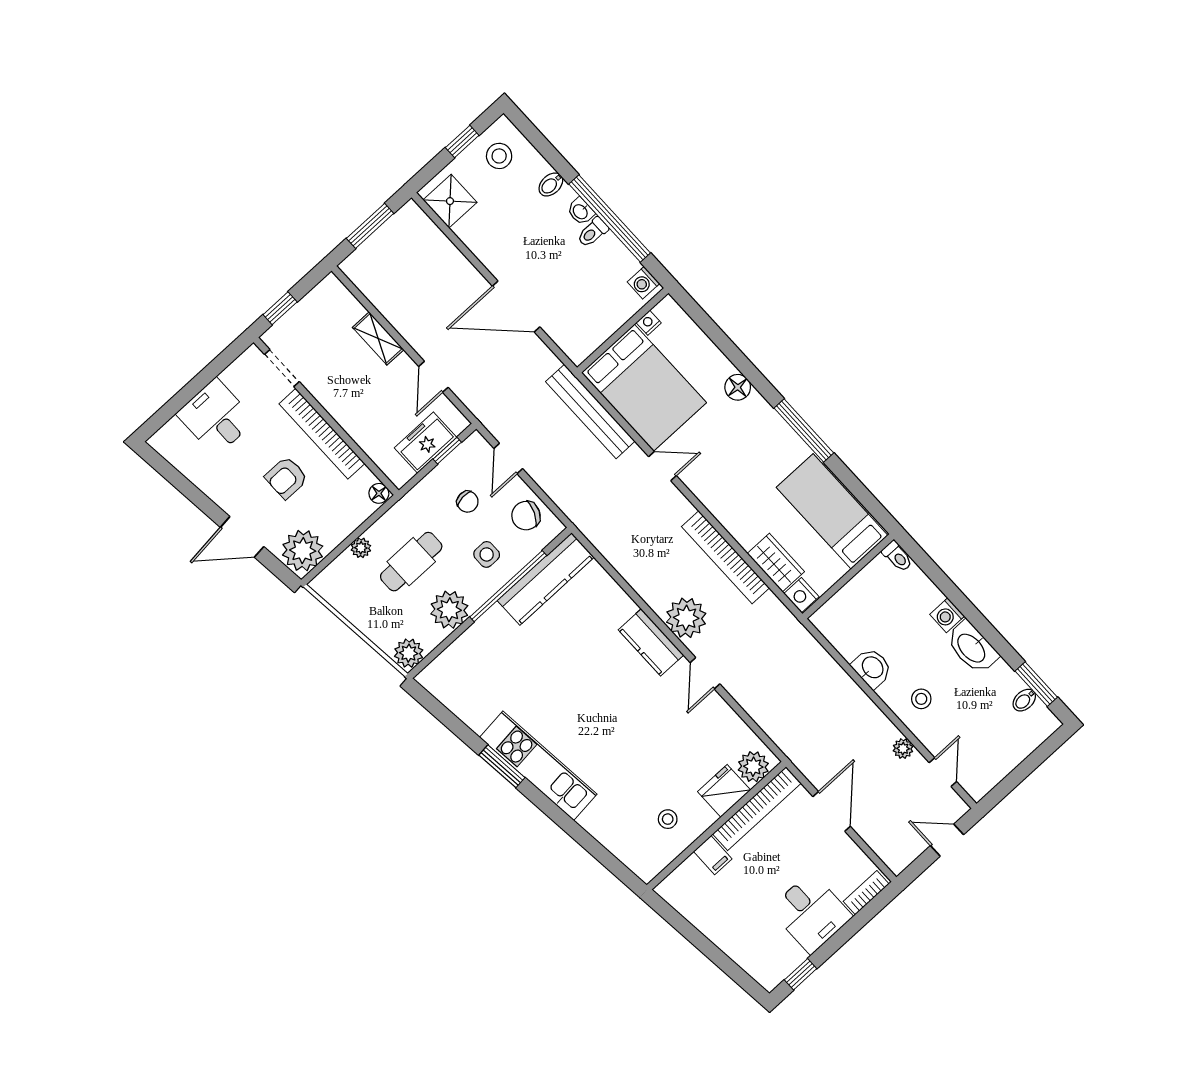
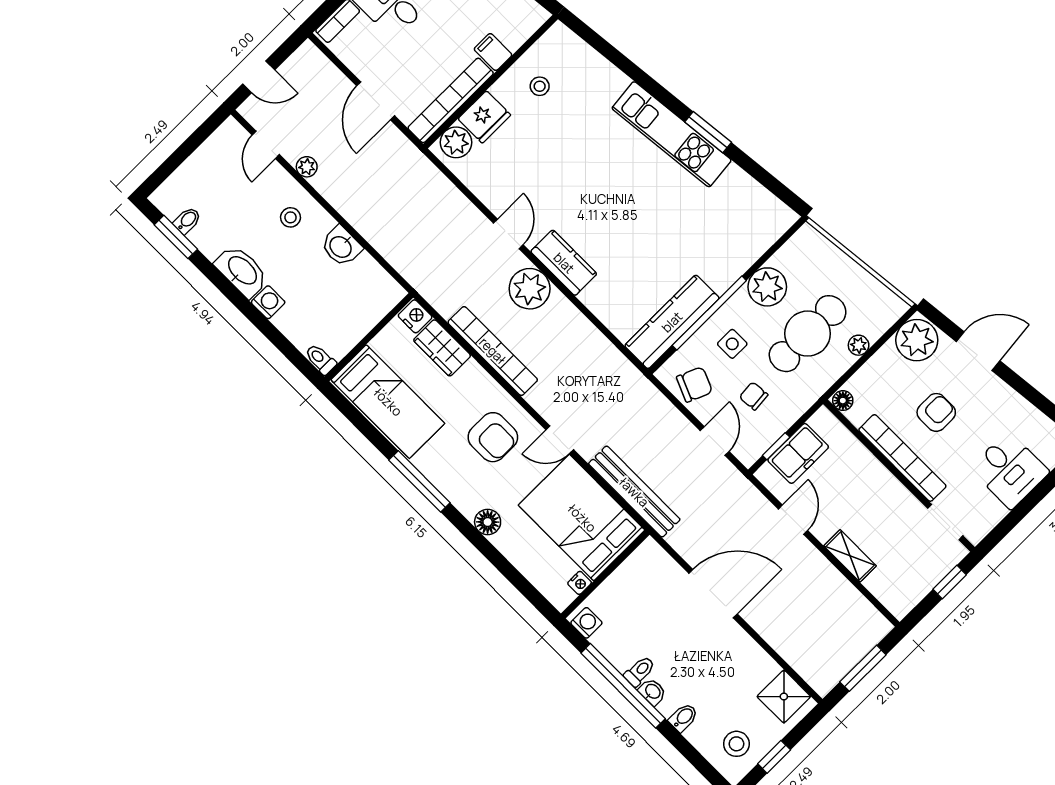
armchair: (729, 471) -> (493, 437), added
cafe table: (411, 562) -> (808, 334), width x1.37, depth x1.35
plant: (409, 653) -> (806, 242), removed

